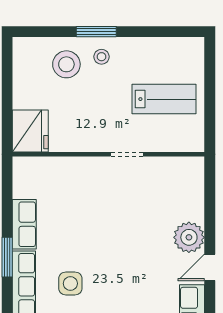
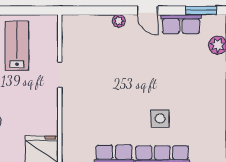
plant: (189, 237) -> (119, 21), width x0.53, depth x0.53

